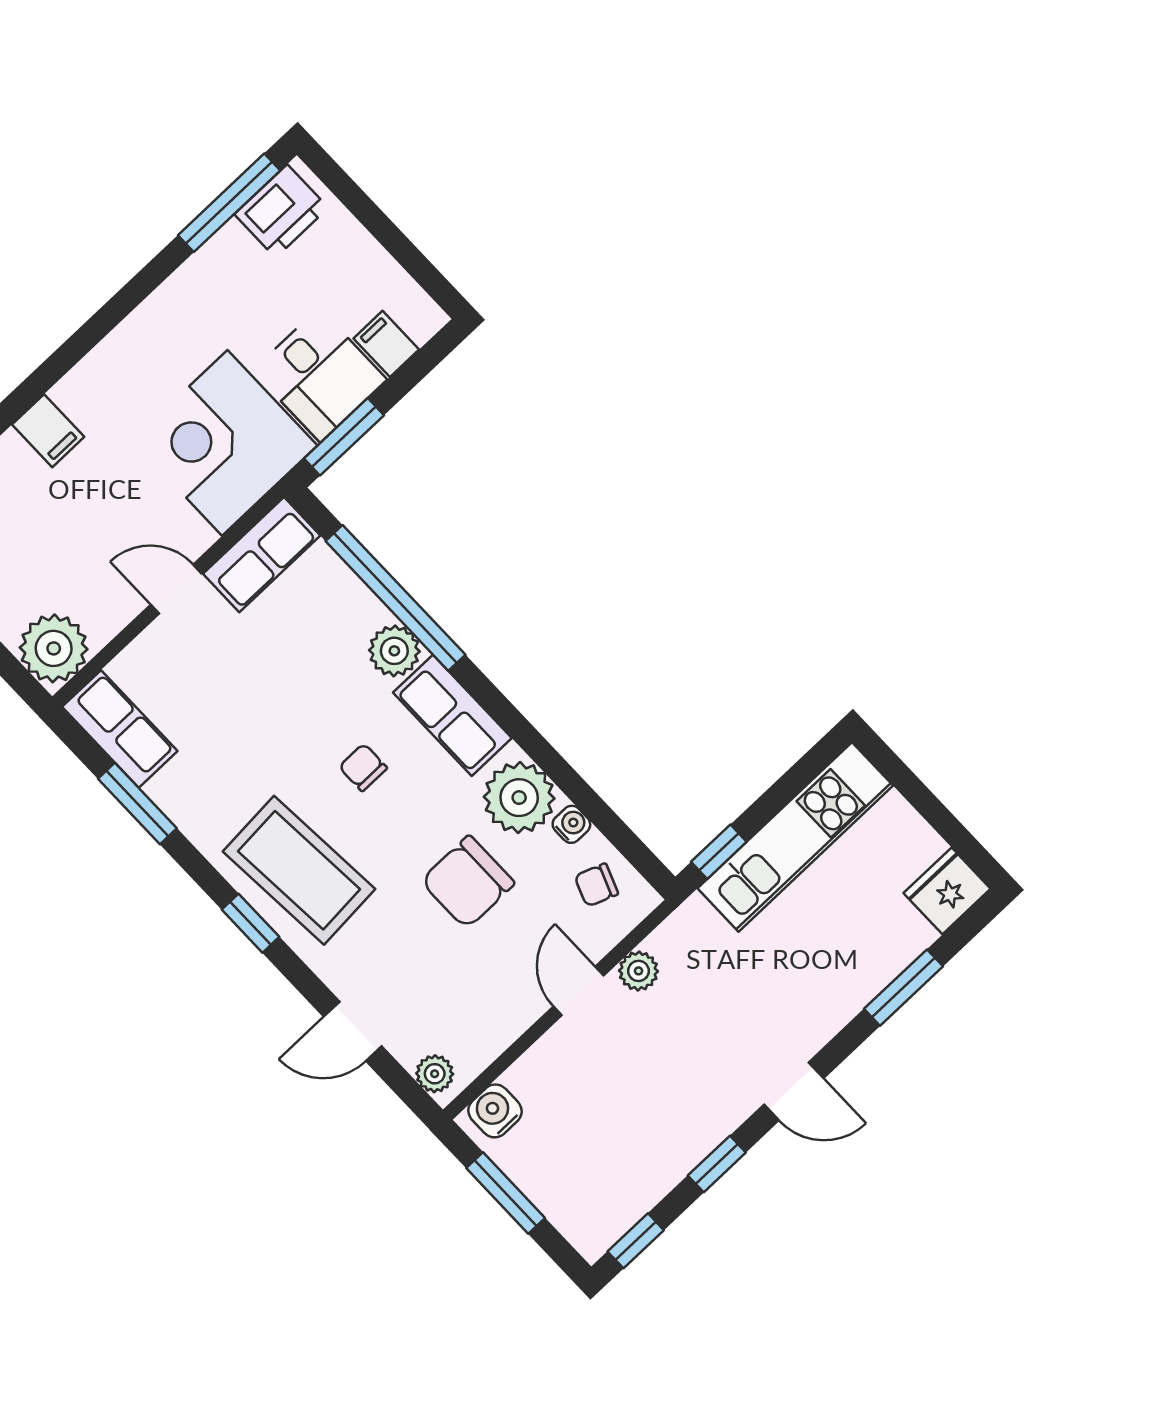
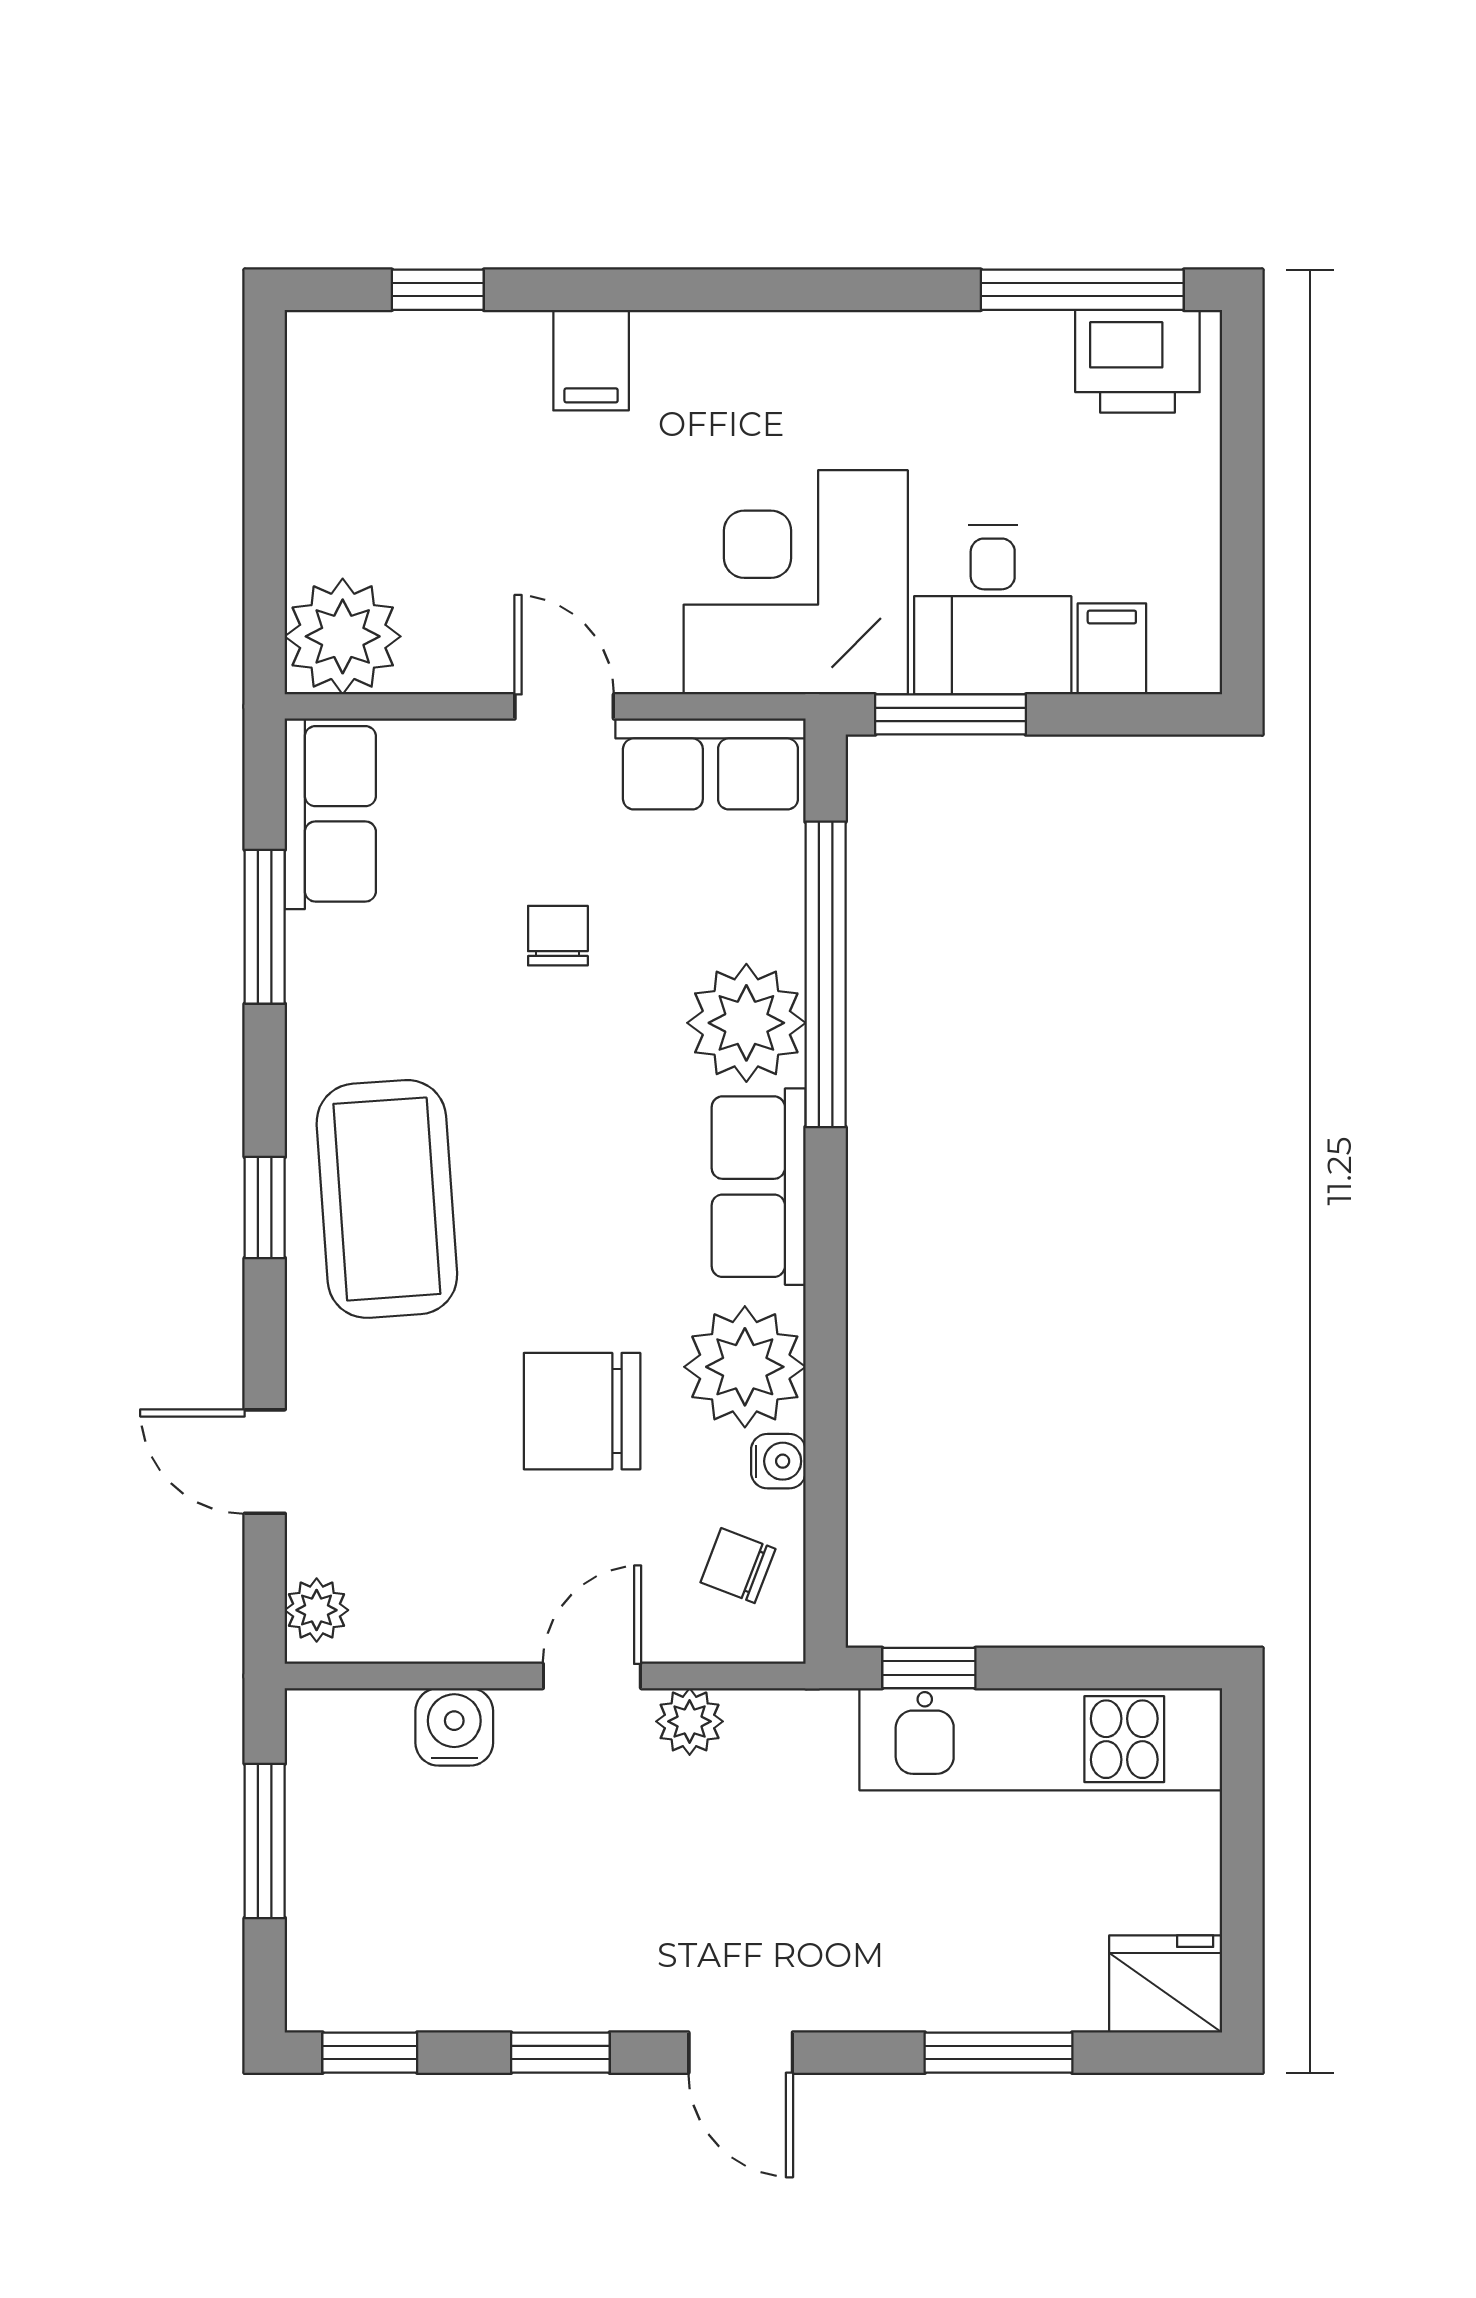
plant: (394, 651) -> (746, 1023), width x1.36, depth x1.36
chair: (363, 767) -> (558, 936), moved
water cooler: (495, 1111) -> (454, 1727), moved

